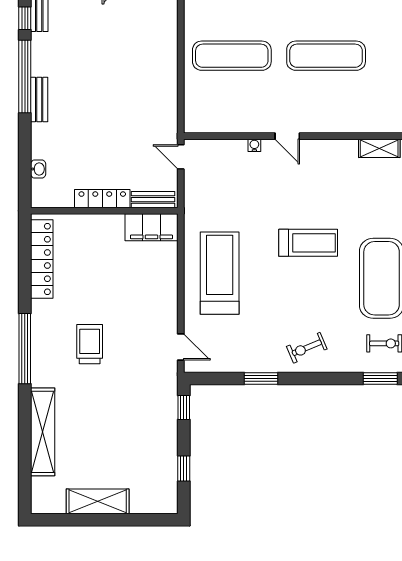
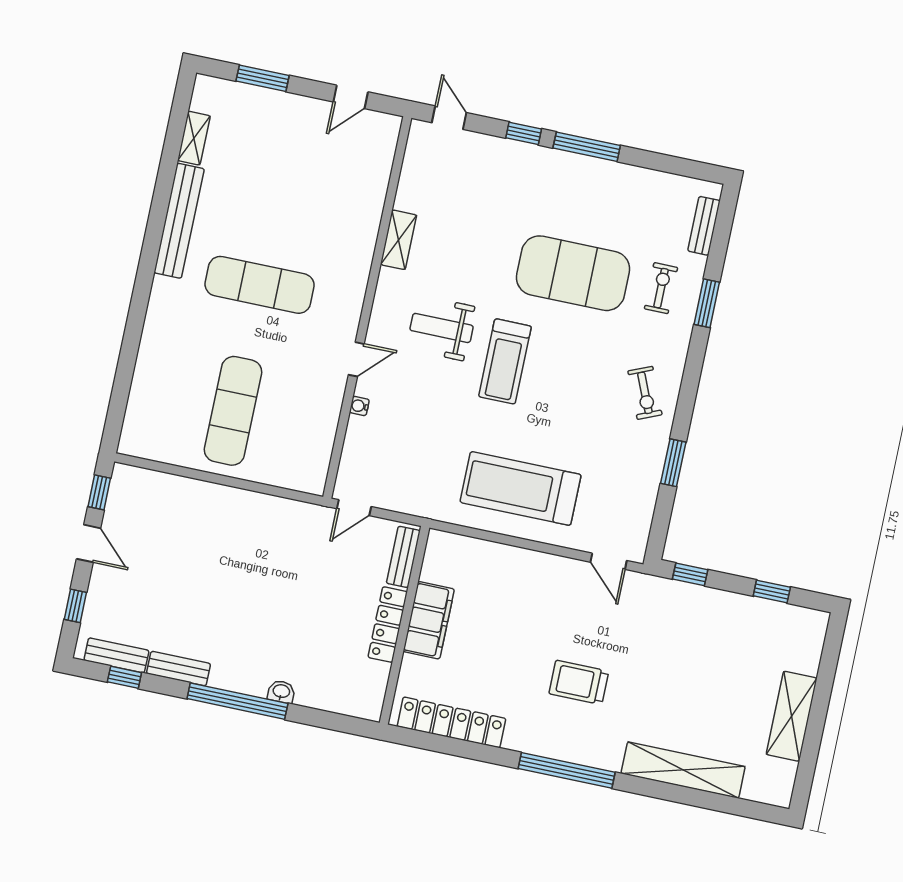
exercise mat: (326, 56) -> (260, 285), turned 90
window: (25, 77) -> (237, 701), moved
bench: (39, 99) -> (178, 669), moved
washbasin: (38, 169) -> (281, 692), moved
weight bench: (323, 192) -> (442, 328), added
filing cabinet: (152, 227) -> (429, 620), moved
treadmill: (308, 243) -> (505, 361), turned 180
door: (181, 347) -> (609, 561), swing flipped

